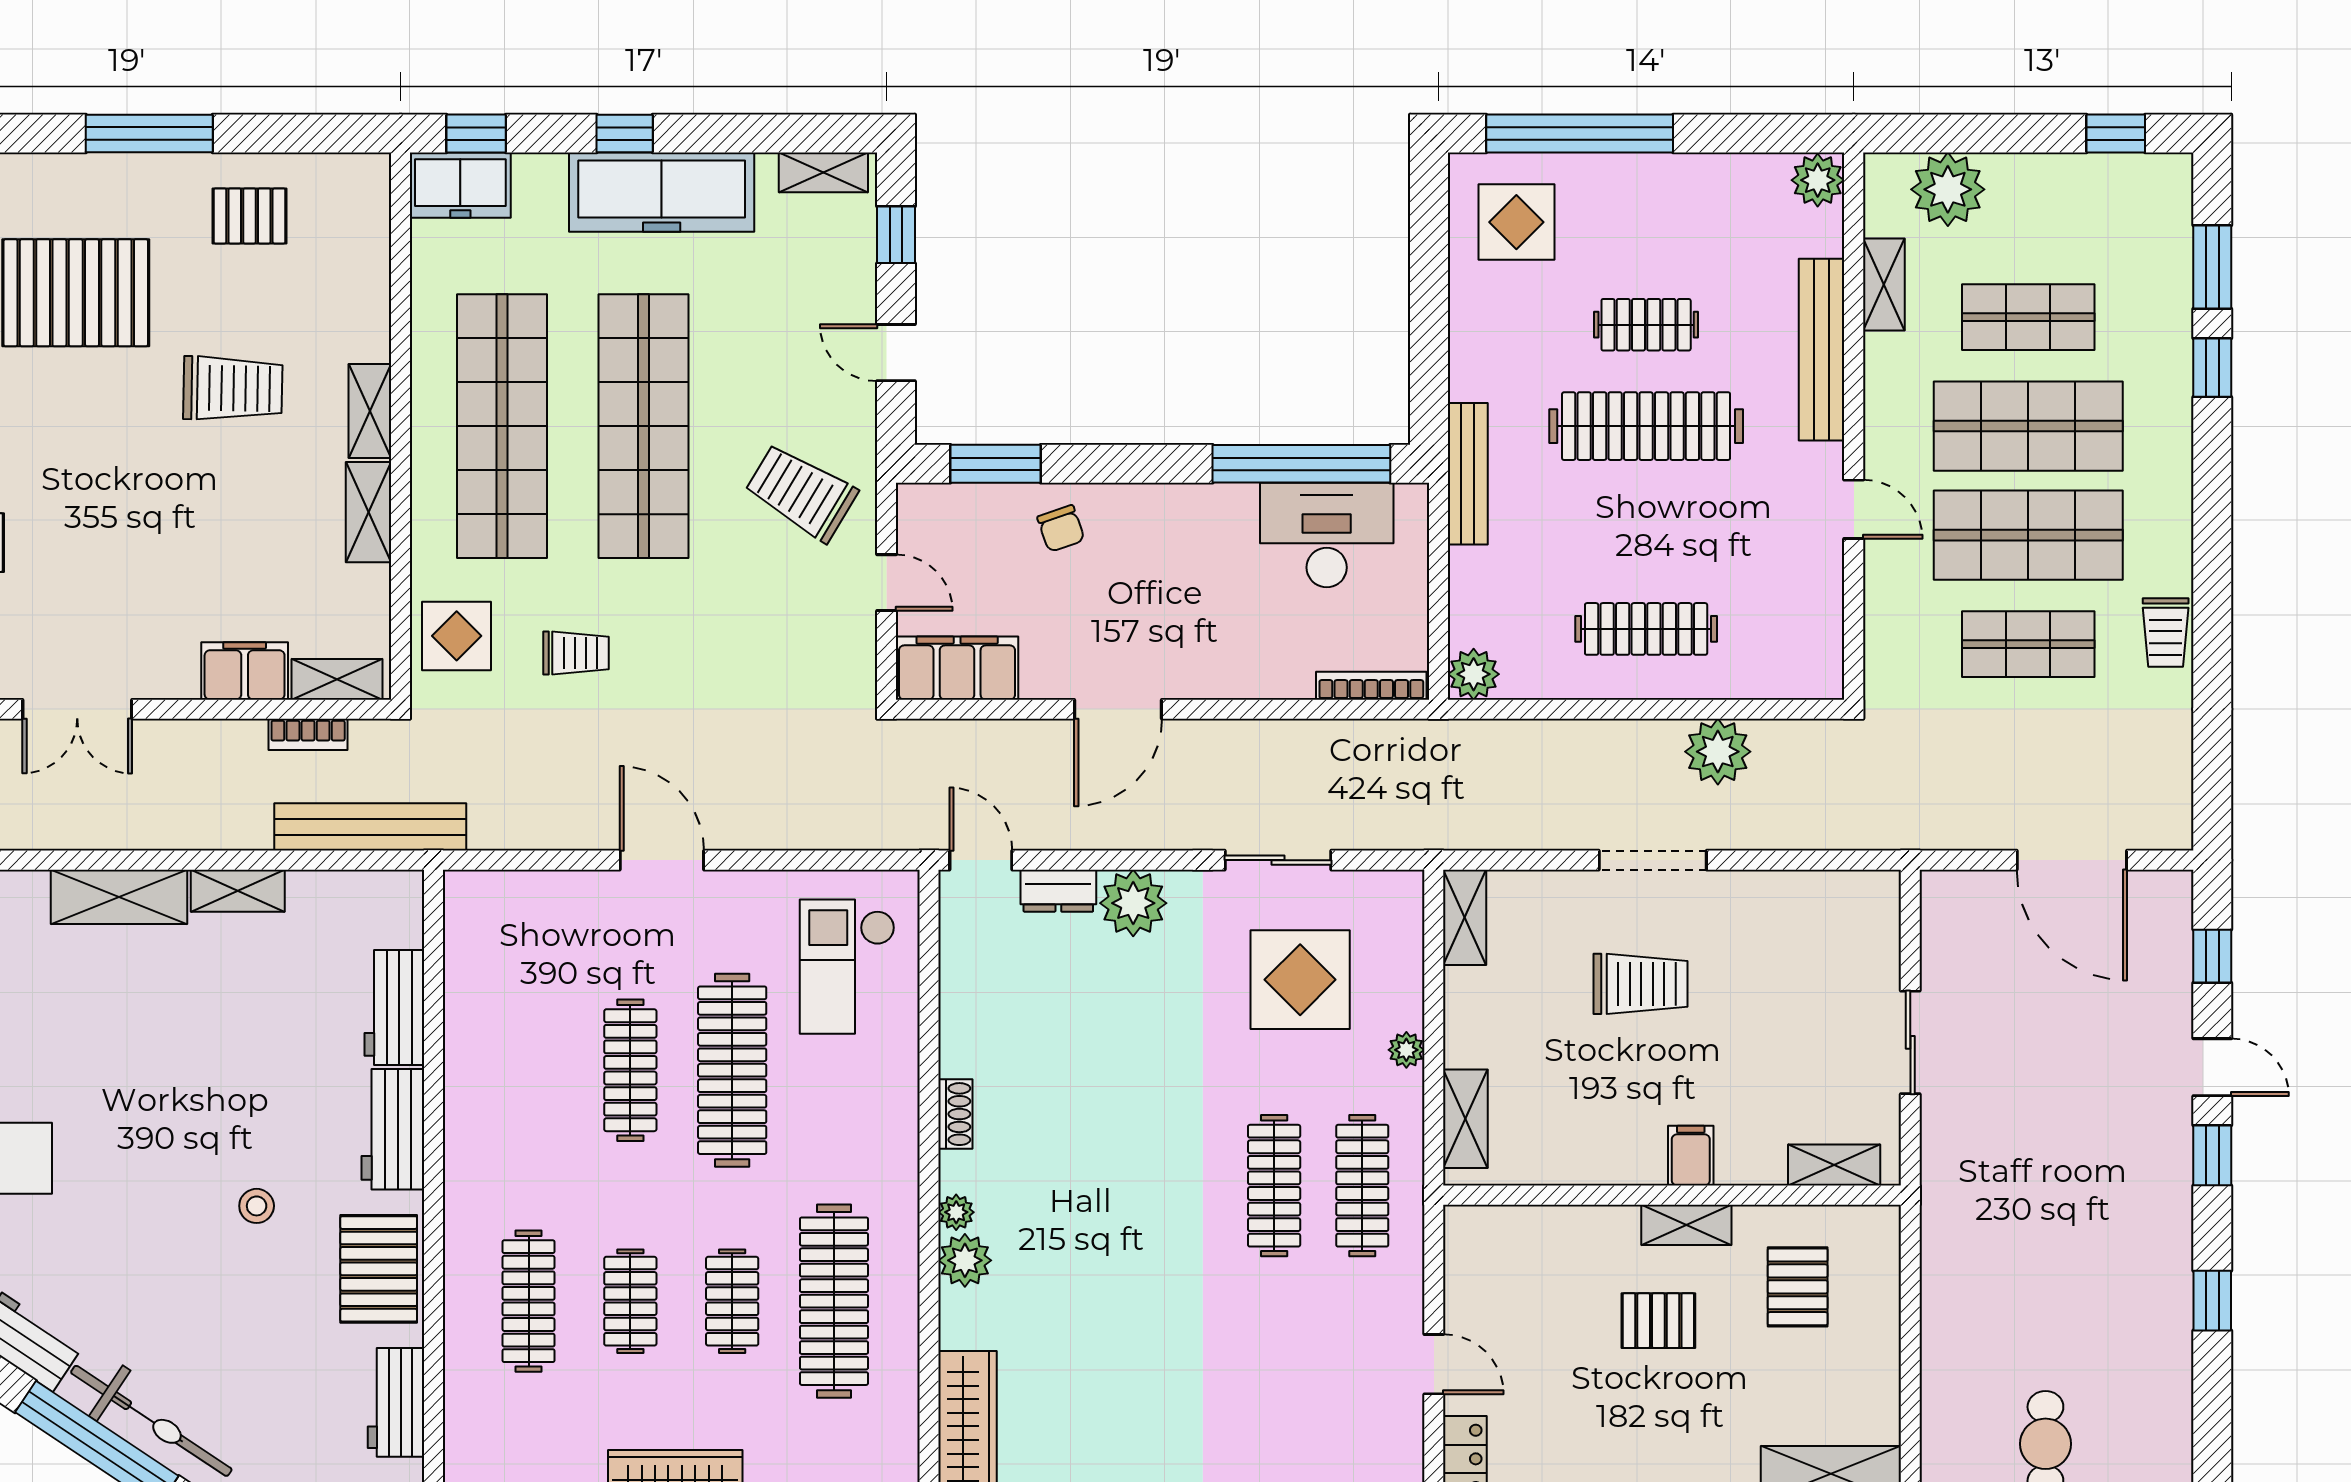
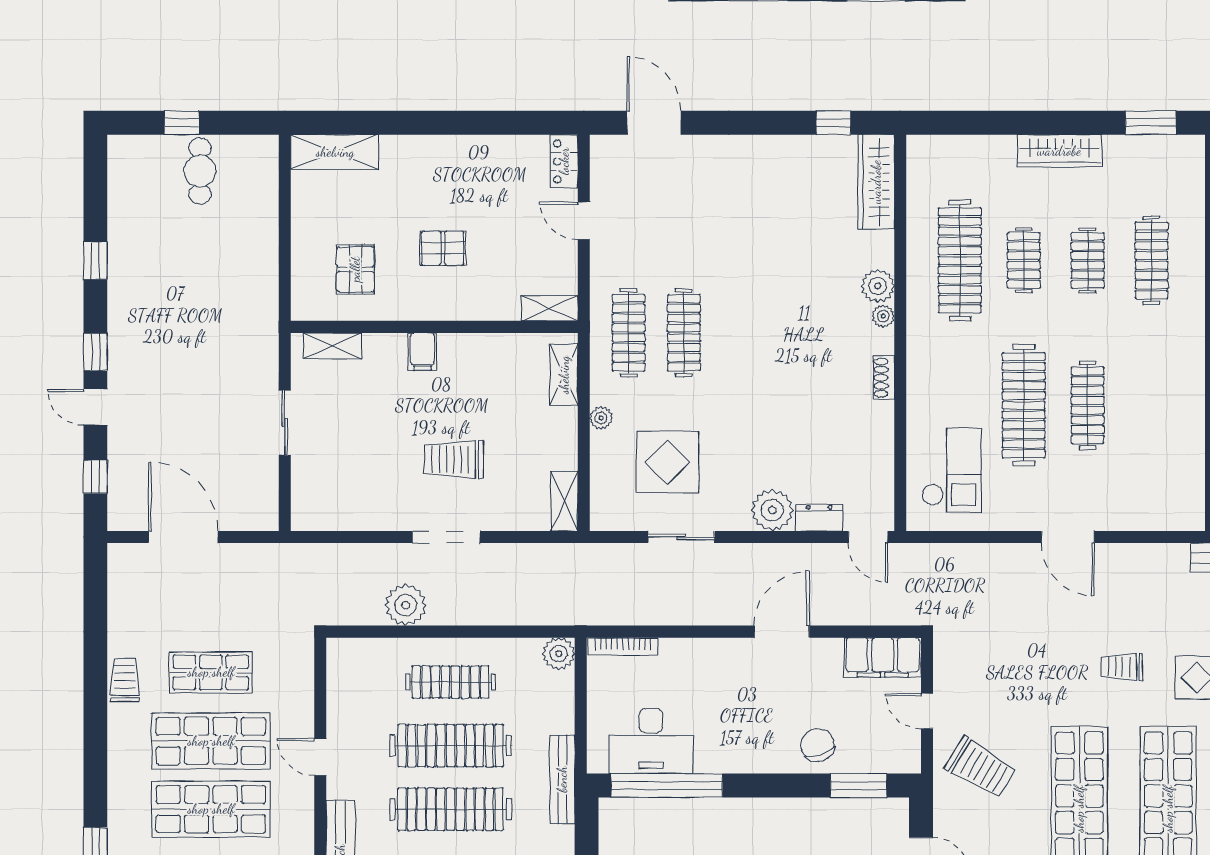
chair: (1061, 528) -> (818, 745), width x1.37, depth x1.37
clothes rail: (1646, 528) -> (451, 746), added
shelving: (1686, 1225) -> (550, 308), moved

